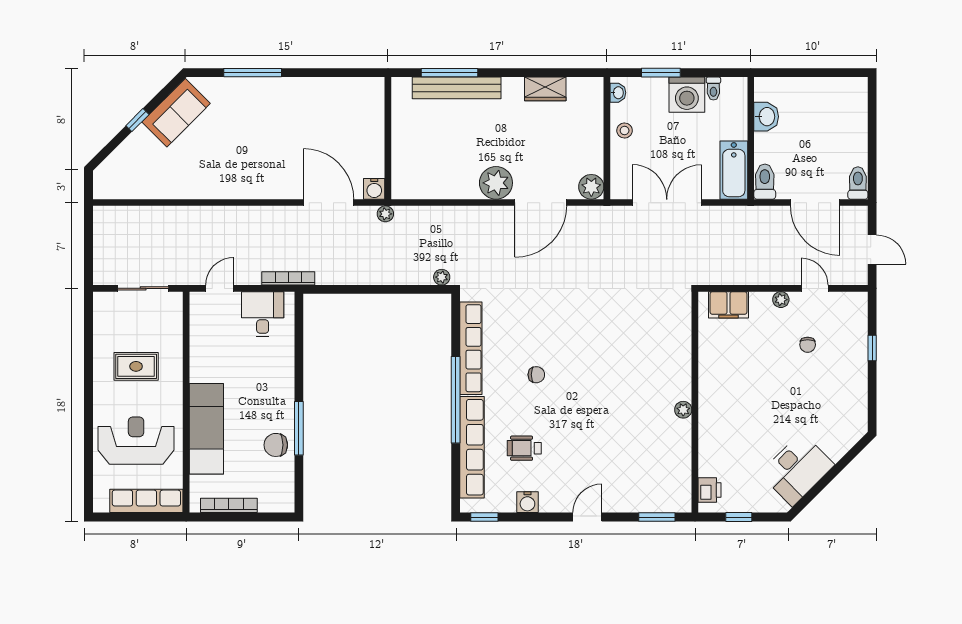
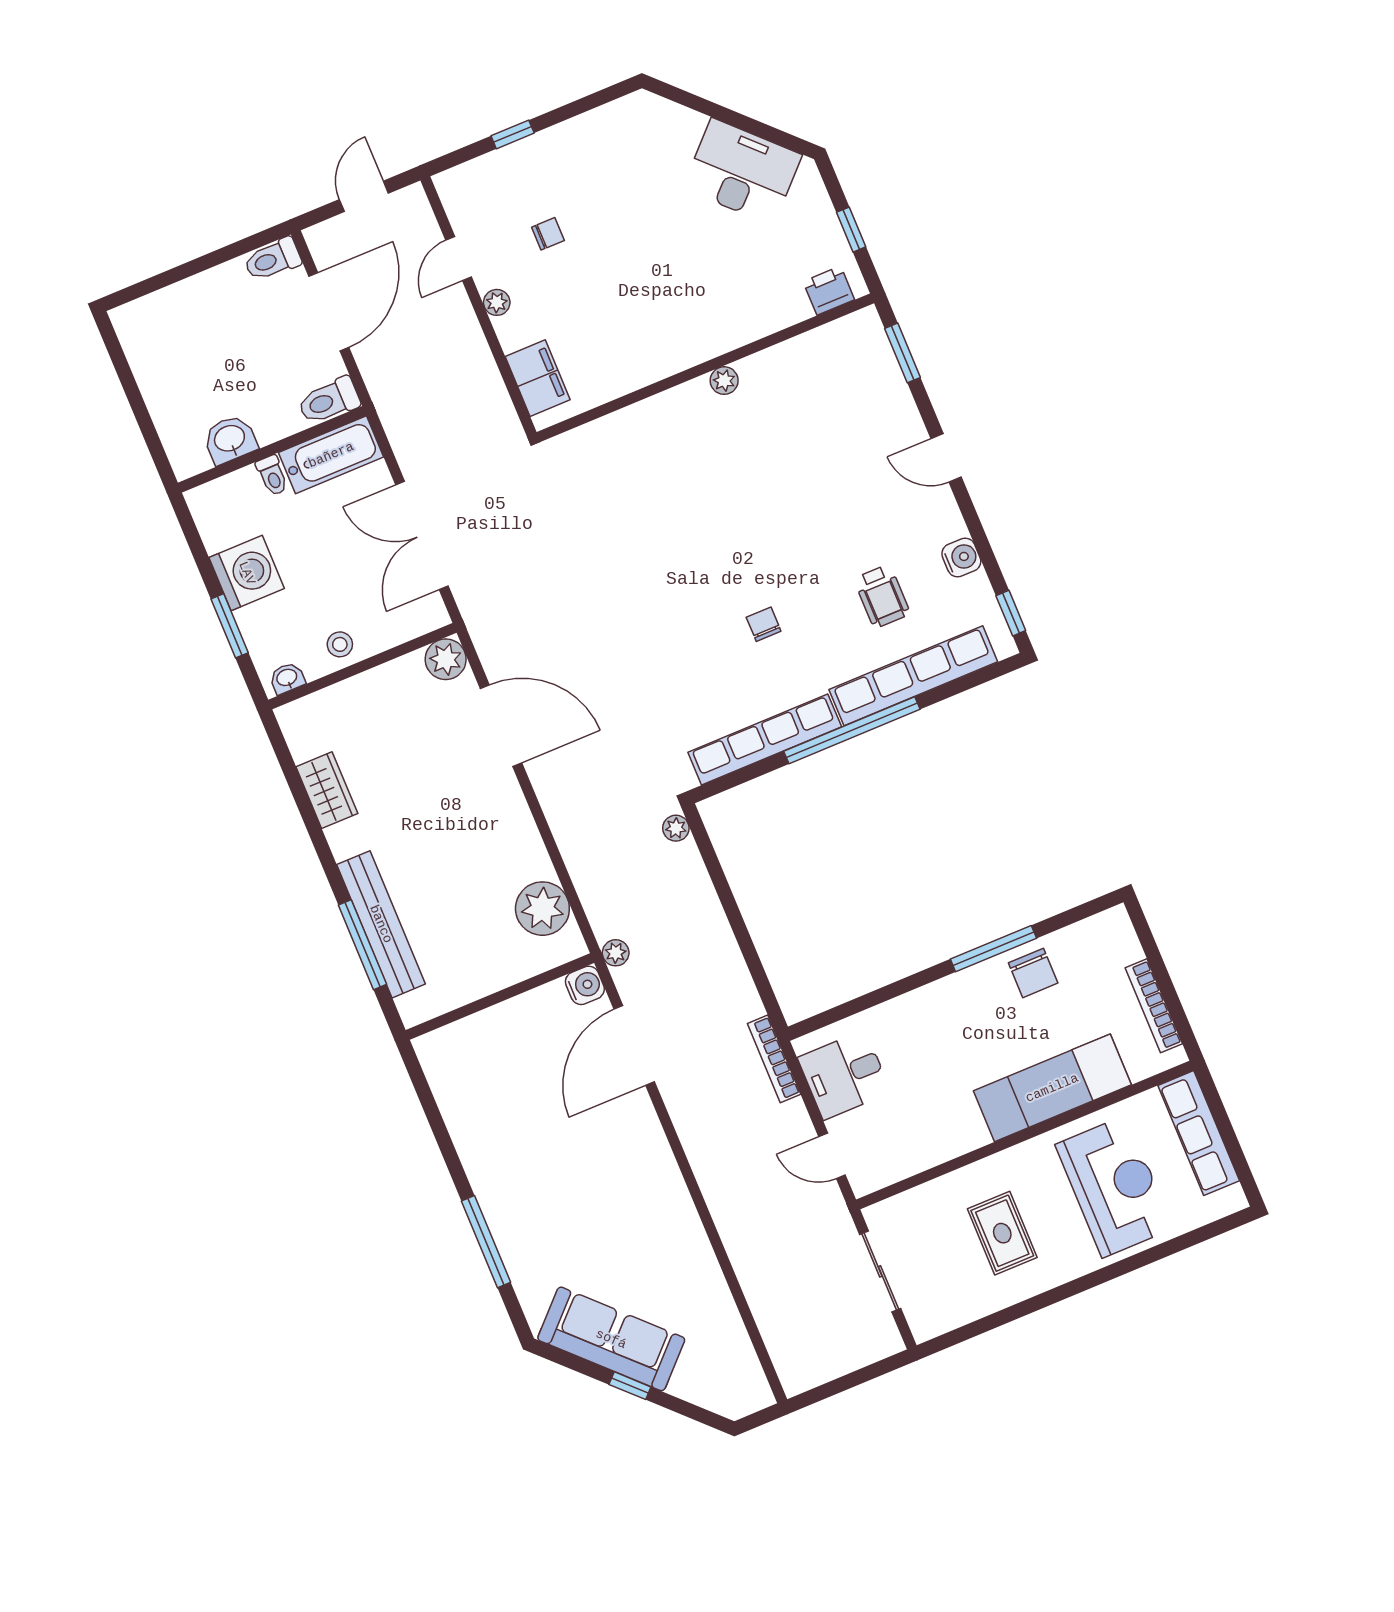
toilet: (713, 89) -> (272, 475), moved, turned 90
sofa: (176, 113) -> (611, 1339), width x1.36
plant: (496, 183) -> (542, 909), moved
reception desk: (136, 441) -> (1114, 1186), turned 180

